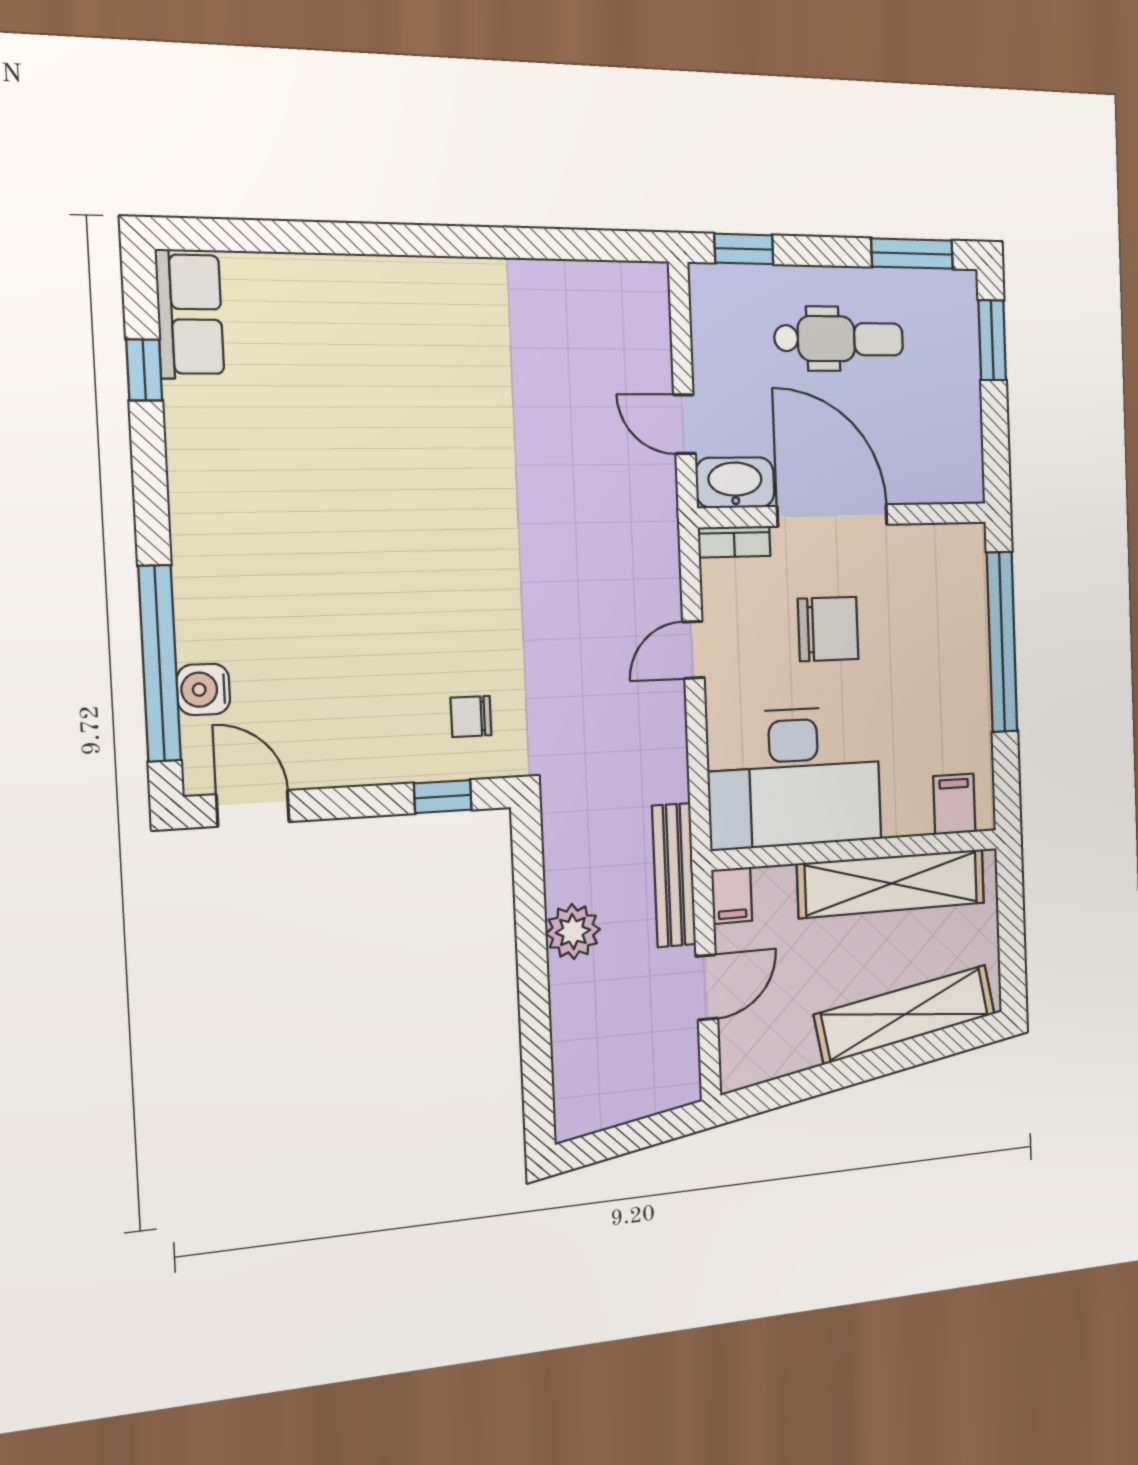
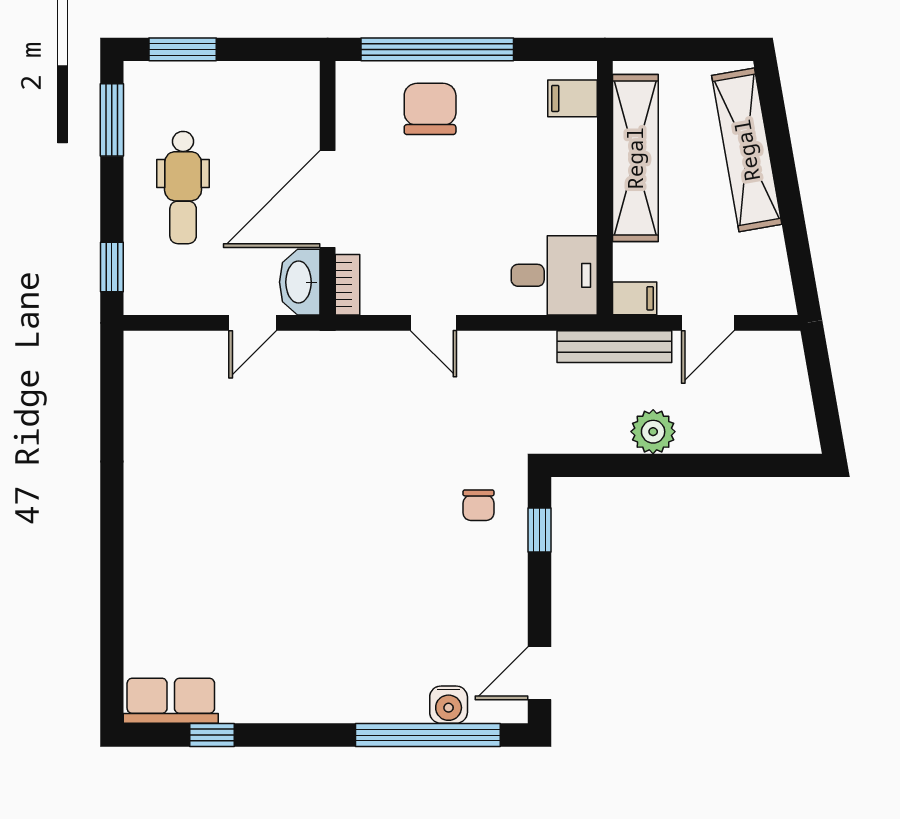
dental chair: (839, 339) -> (183, 188), turned 180
chair: (828, 629) -> (430, 109), moved
desk: (794, 777) -> (554, 275), width x0.53, depth x0.77
door: (707, 987) -> (708, 323), swing flipped

